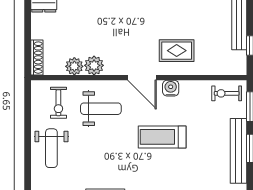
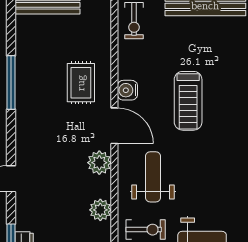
plant: (94, 65) -> (99, 163), moved
door: (142, 78) -> (114, 126), hinge flipped

